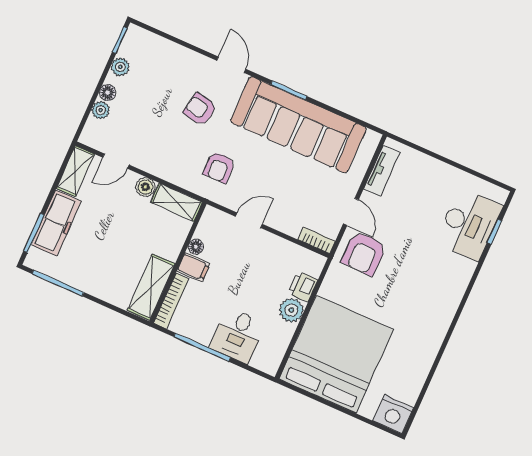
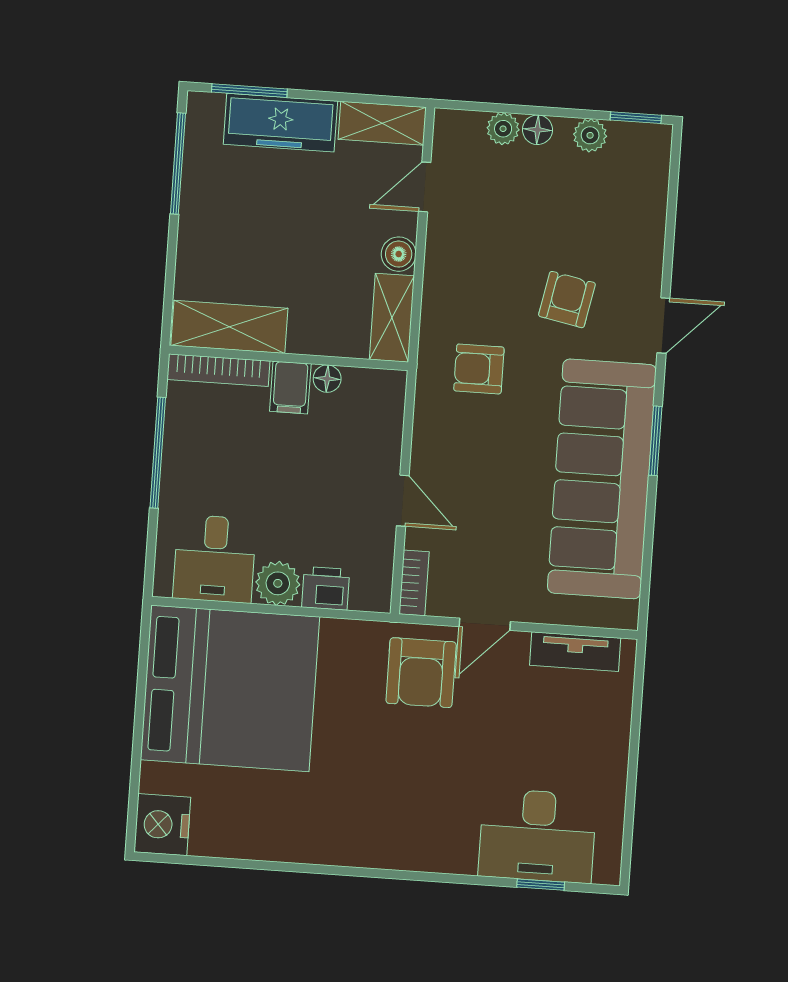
door: (116, 161) -> (425, 187), hinge flipped
door: (249, 220) -> (403, 501), moved
armchair: (364, 253) -> (421, 673), turned -91
desk: (237, 335) -> (215, 559), moved, turned -90

